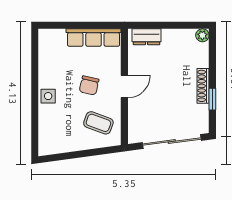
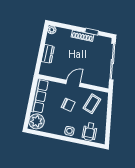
dresser: (147, 37) -> (48, 54), moved
plant: (52, 41) -> (37, 121), added
door: (124, 87) -> (73, 83), hinge flipped
wheelchair: (54, 128) -> (90, 132), added

